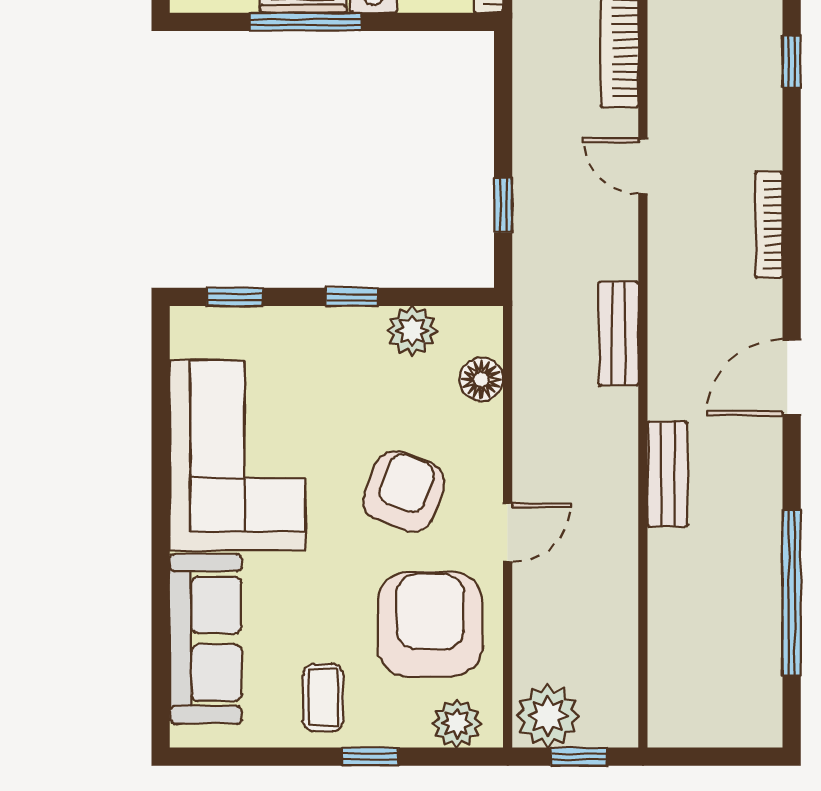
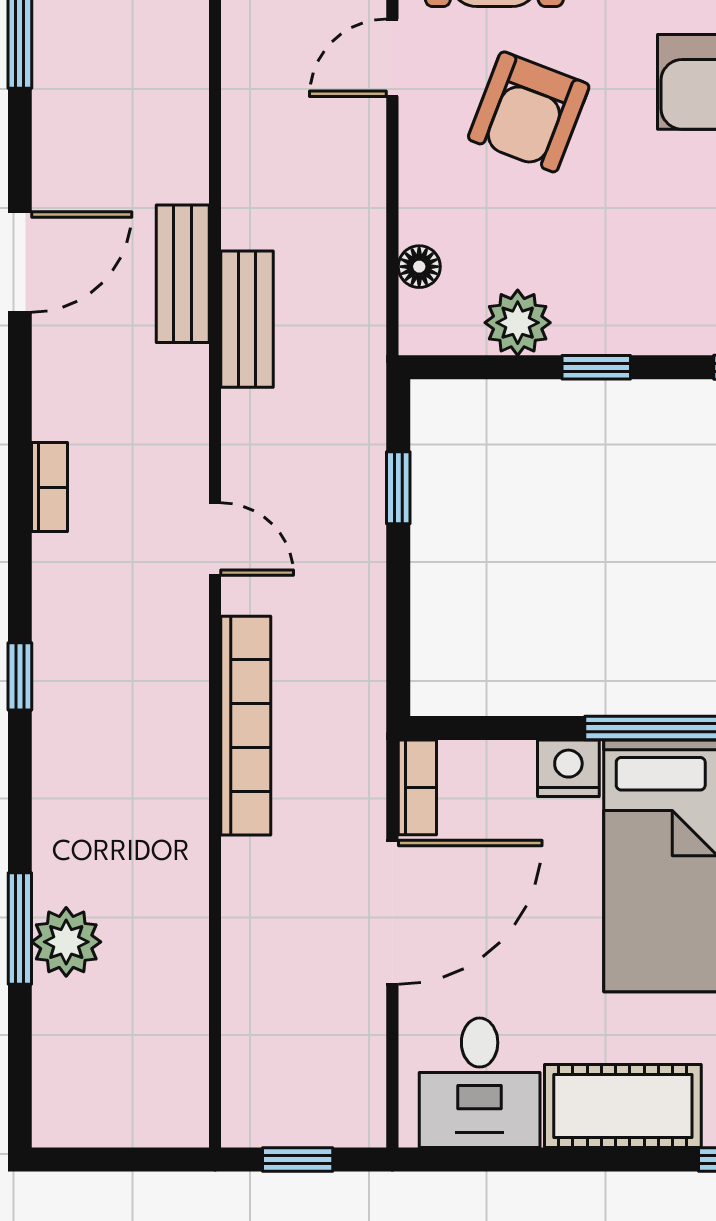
bookcase: (769, 225) -> (50, 487), width x0.64
floor lamp: (481, 380) -> (419, 267), width x0.73, depth x0.73
bench: (667, 474) -> (183, 274), moved

